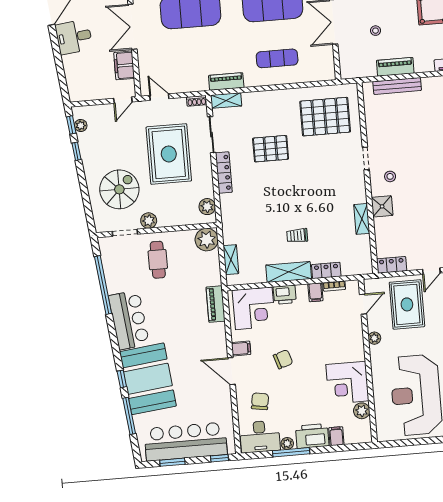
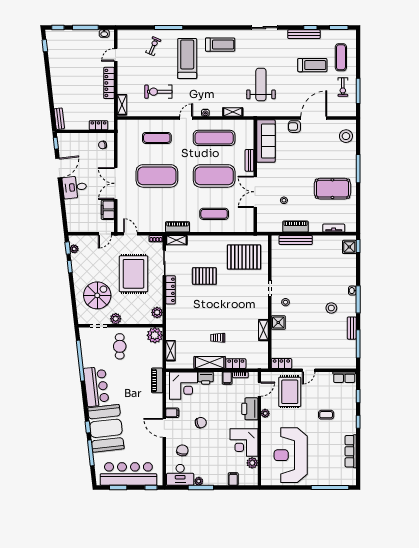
printer: (312, 436) -> (250, 409), moved, turned -90

